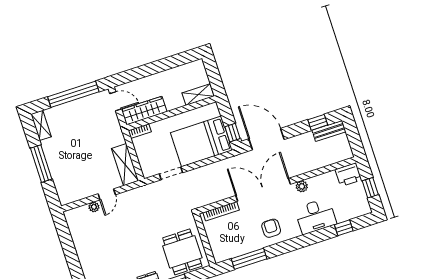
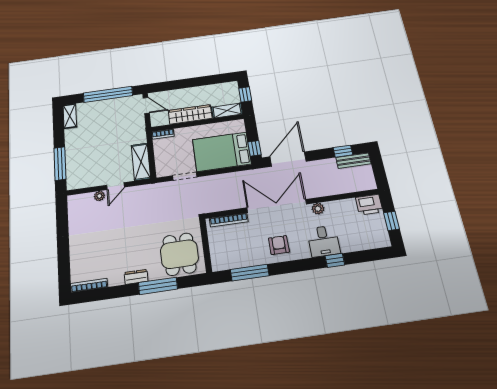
window: (213, 73) -> (245, 94), added
wardrobe: (144, 111) -> (190, 114), moved
door: (267, 139) -> (288, 159), hinge flipped
window: (41, 164) -> (60, 164), moved
desk: (316, 216) -> (324, 241), width x0.73
window: (344, 228) -> (335, 260), moved

